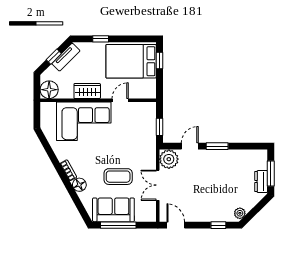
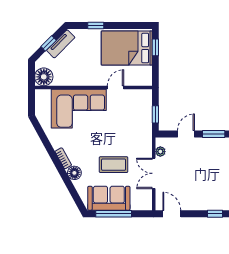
wardrobe: (87, 91) -> (82, 78), removed
plant: (169, 159) -> (160, 152), width x0.53, depth x0.53

